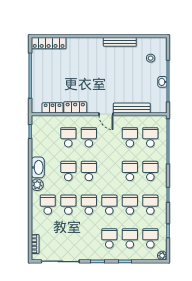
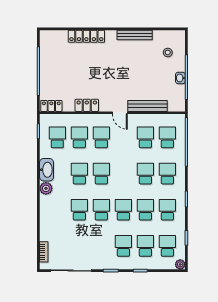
locker: (49, 43) -> (86, 36), moved
locker: (53, 108) -> (51, 106), moved
school desk: (48, 205) -> (57, 137), moved

